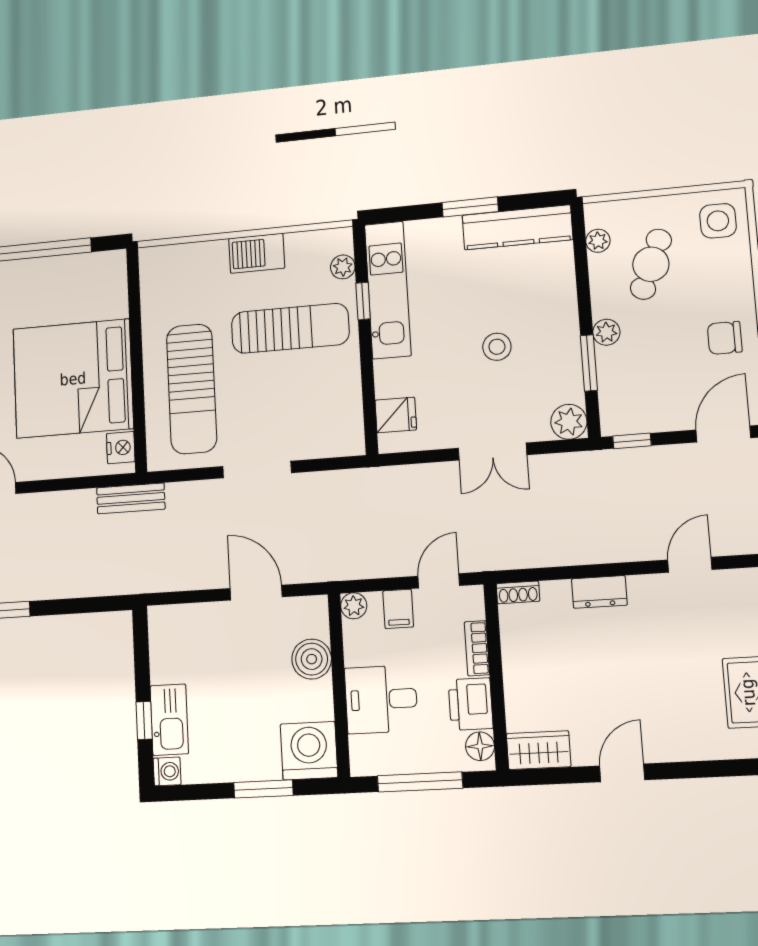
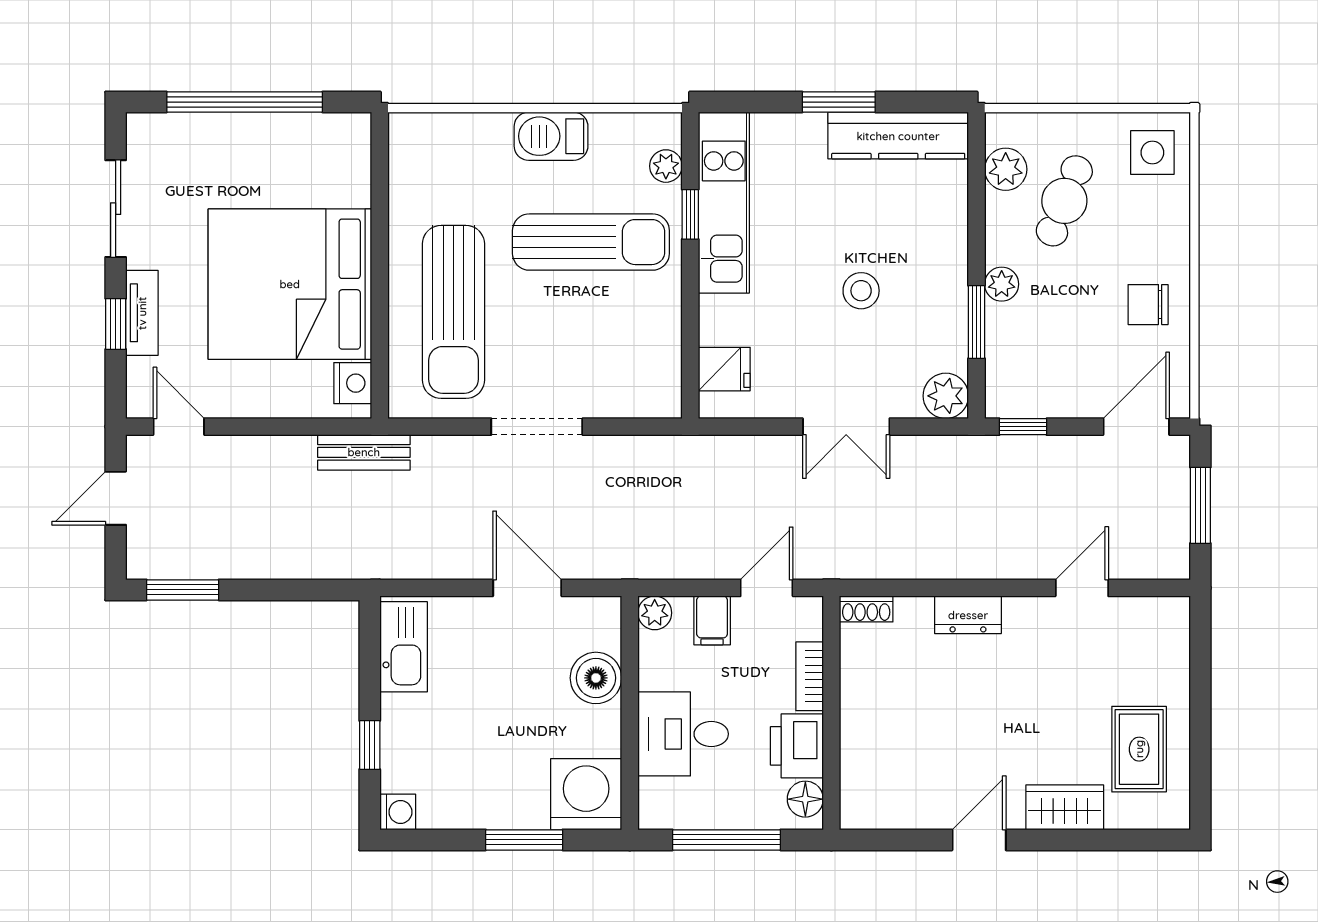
plant: (598, 241) -> (1006, 169), width x1.38, depth x1.38
kitchen sink: (169, 720) -> (404, 647), moved
wardrobe: (539, 750) -> (1065, 807), moved

